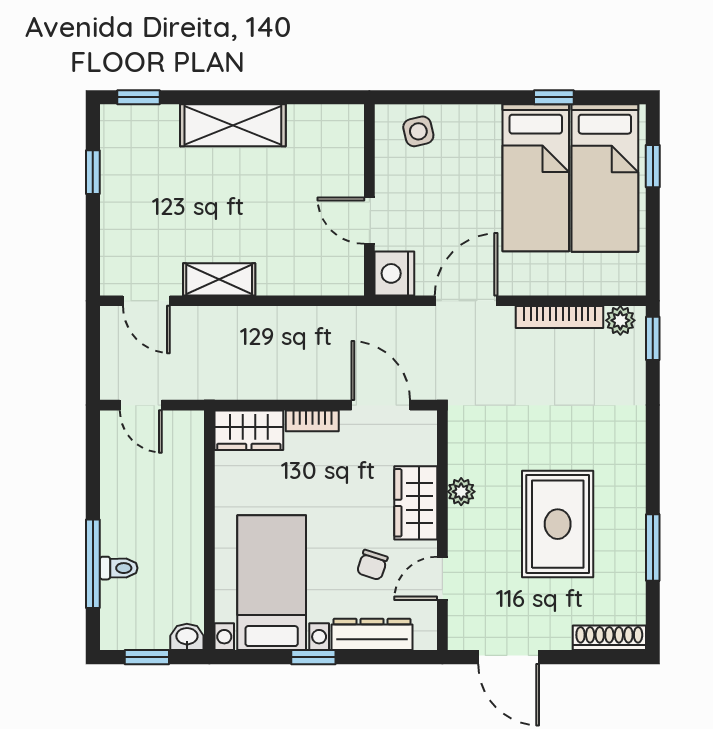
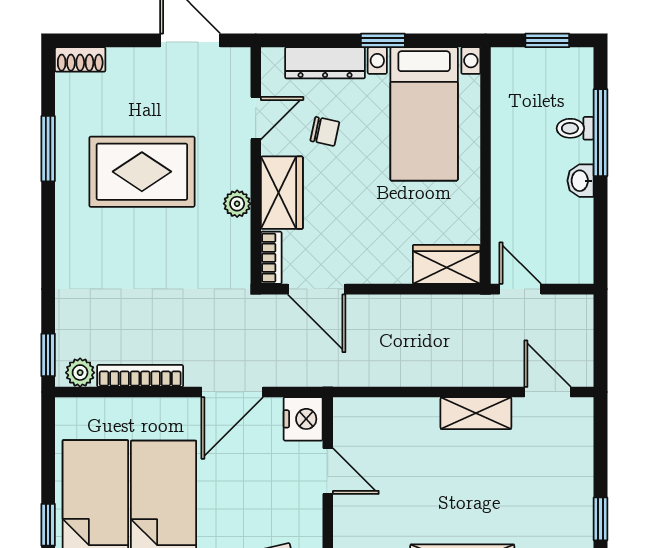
door: (141, 405) -> (520, 289), moved
bookcase: (312, 421) -> (271, 258), moved, turned 90
rug: (558, 524) -> (142, 172), turned 90
chair: (372, 565) -> (325, 131), turned 84
washbasin: (187, 637) -> (581, 181), moved, turned 90
shoe rack: (609, 638) -> (80, 59), width x0.70

